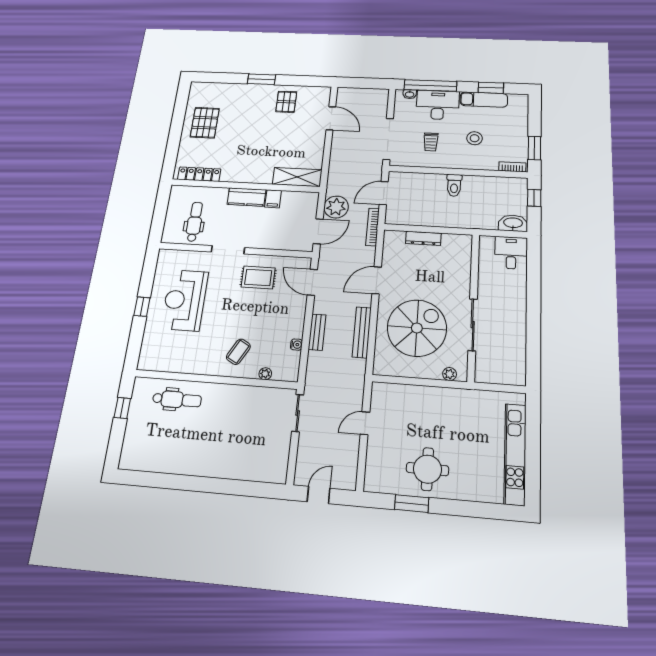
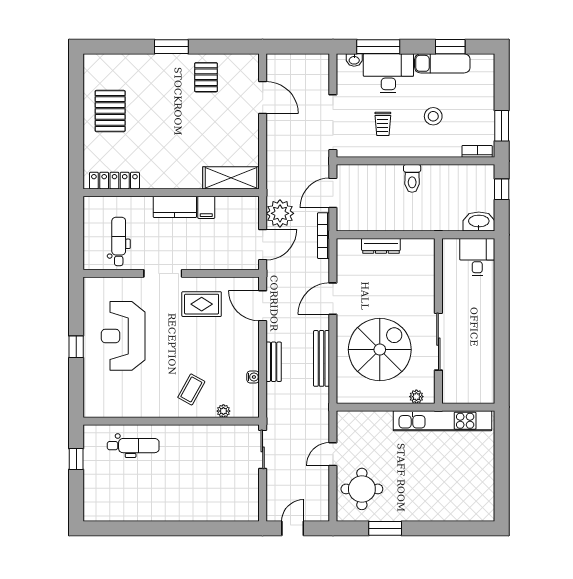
window: (430, 86) -> (378, 47), width x0.68
kitchen unit: (515, 454) -> (442, 421), moved, turned -90
round table: (427, 469) -> (362, 489), moved

